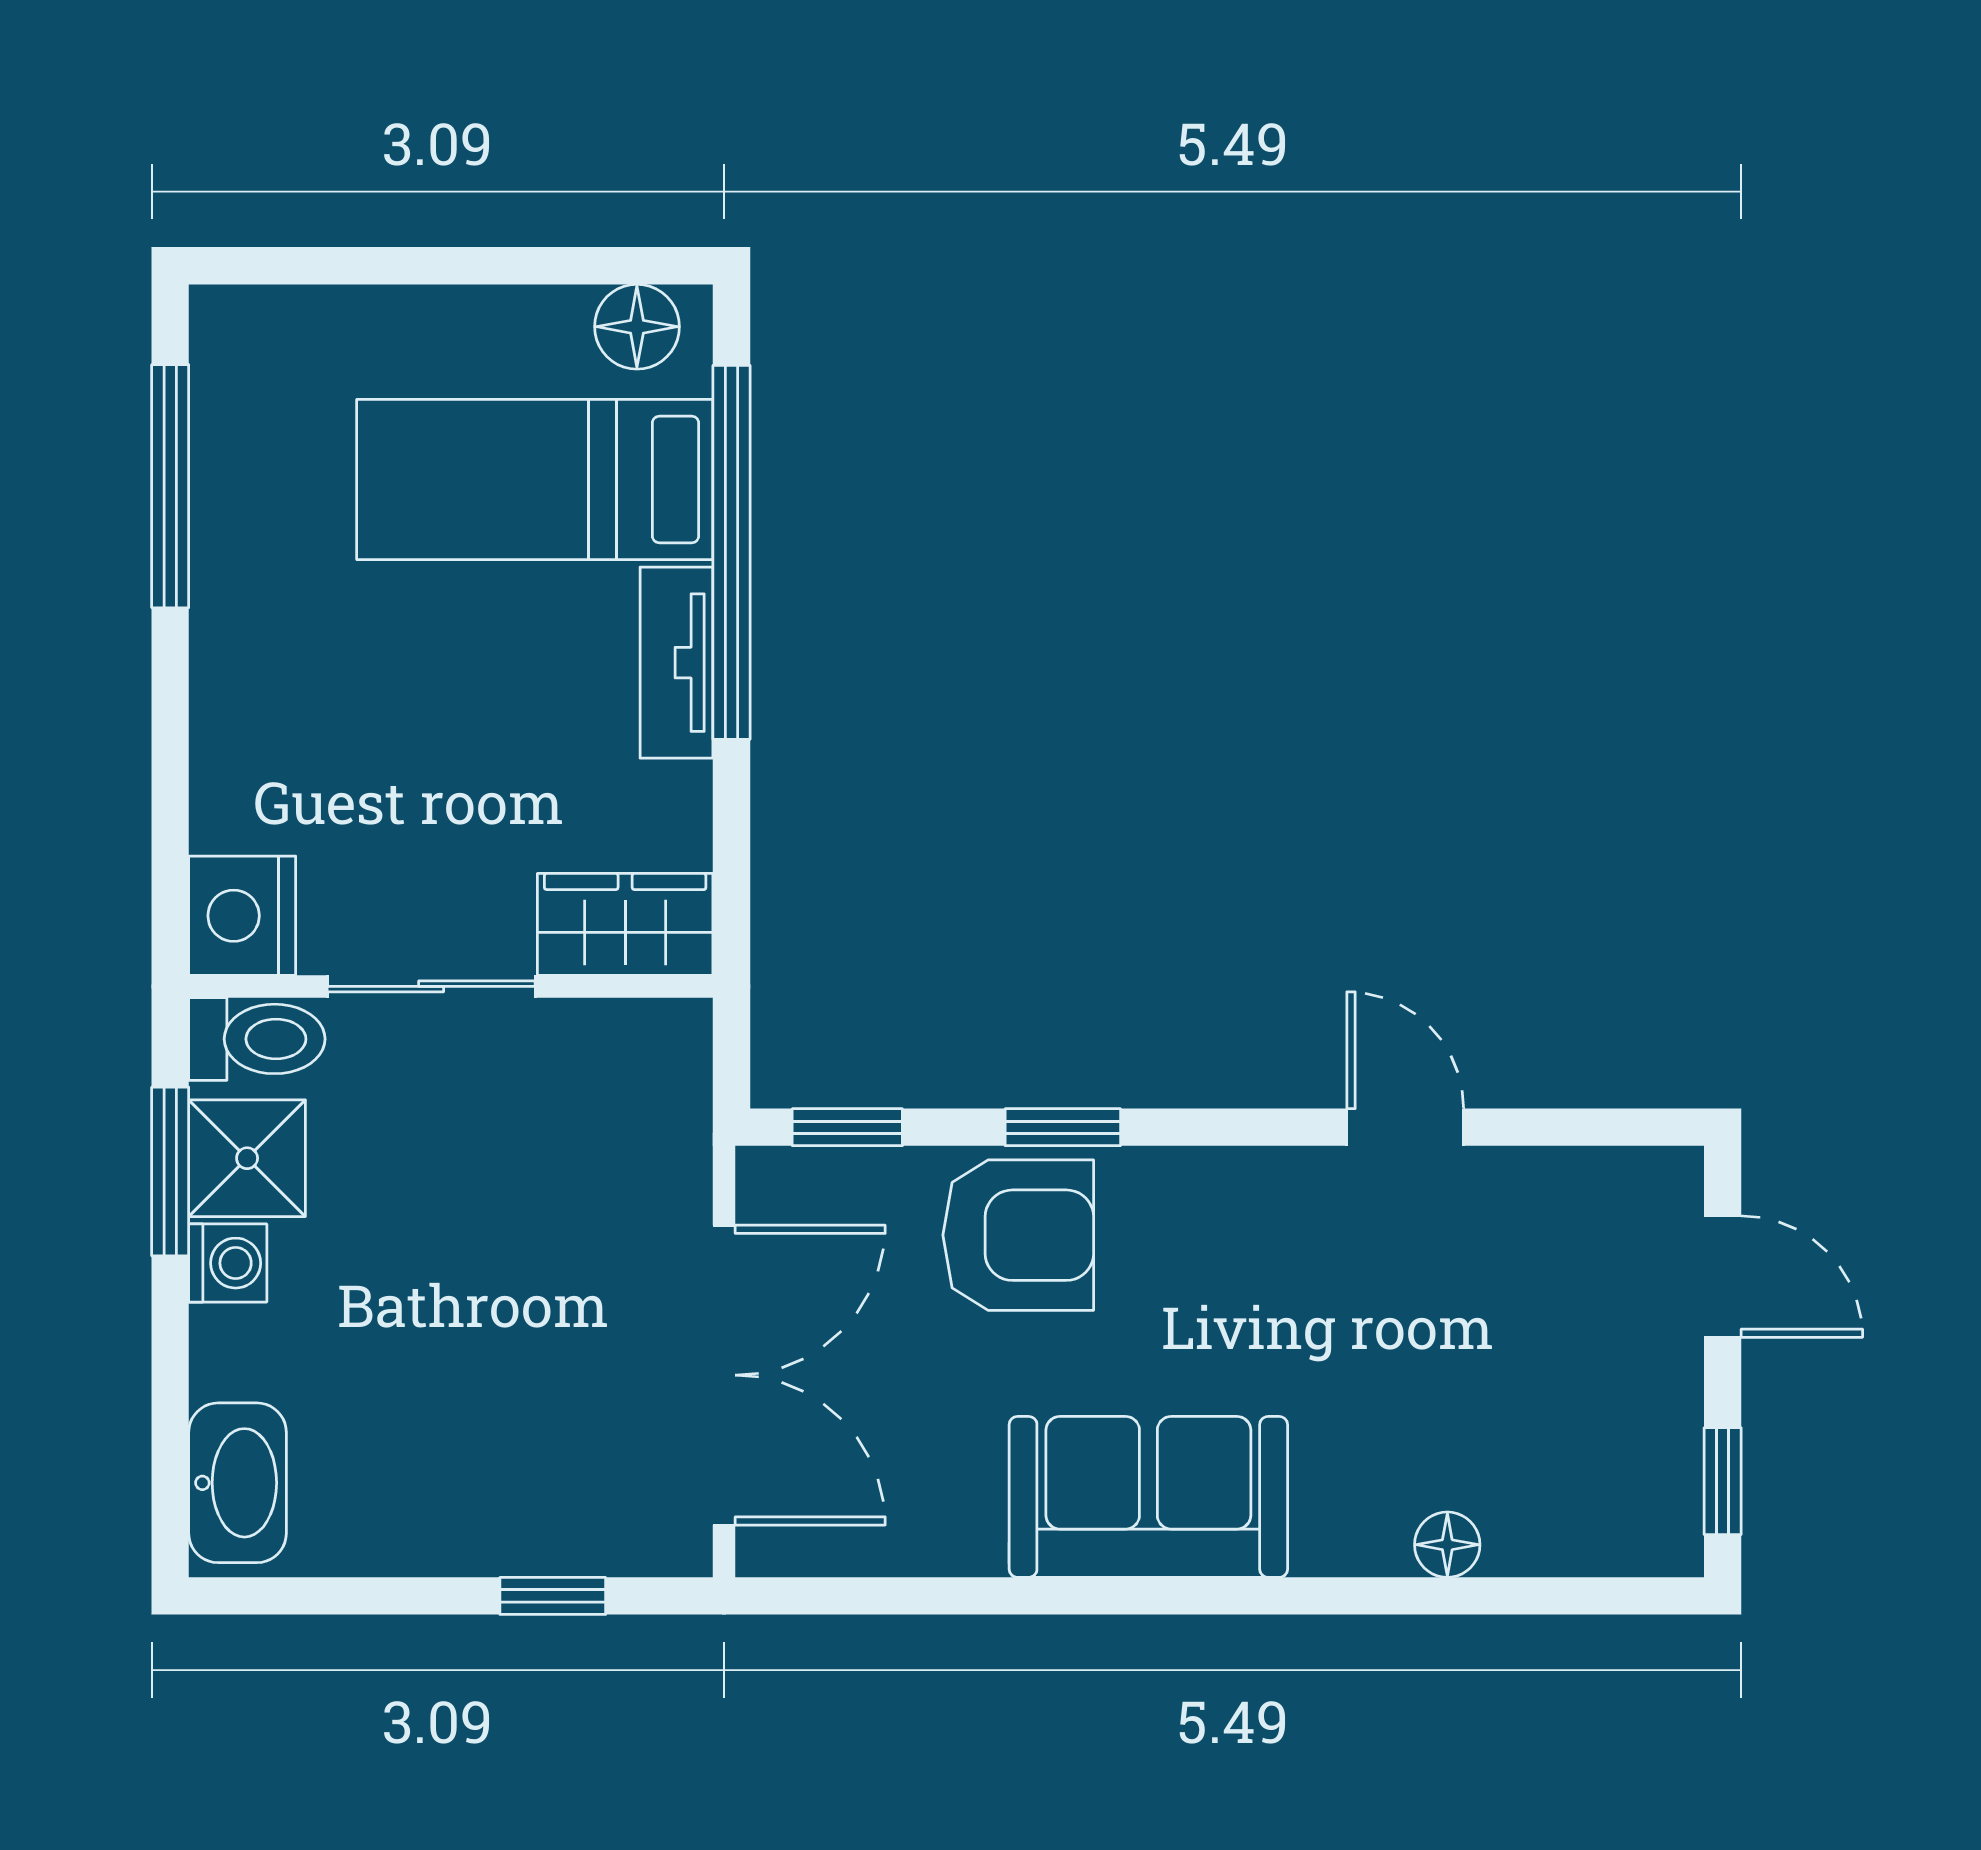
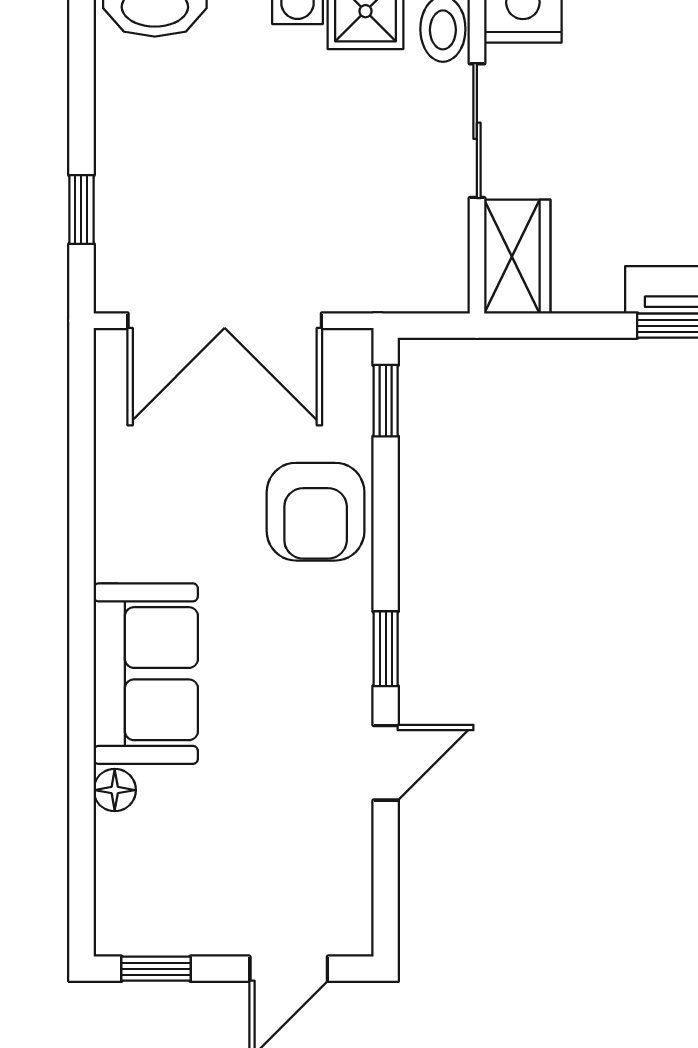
window: (1063, 1127) -> (386, 649), moved
sofa: (1148, 1497) -> (146, 674), moved

